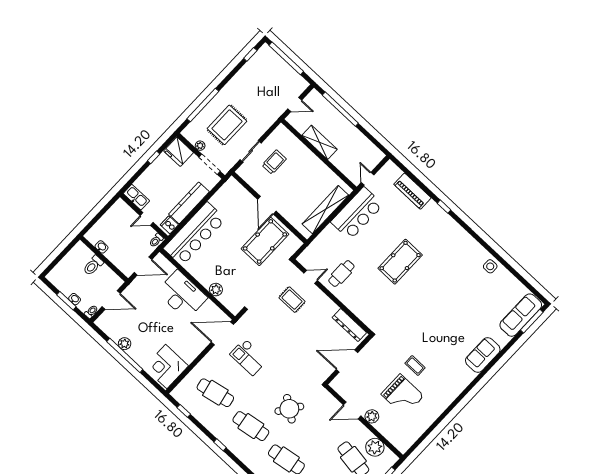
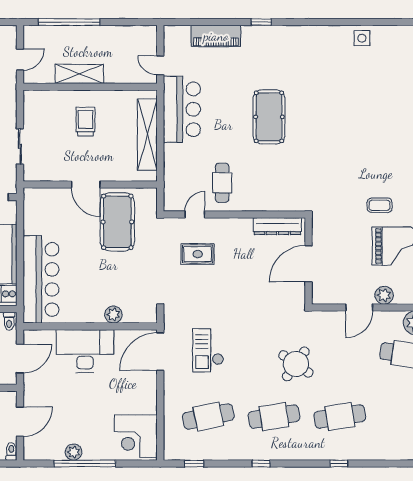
trolley: (274, 162) -> (85, 122), moved
checkout: (249, 357) -> (208, 350), turned 90

